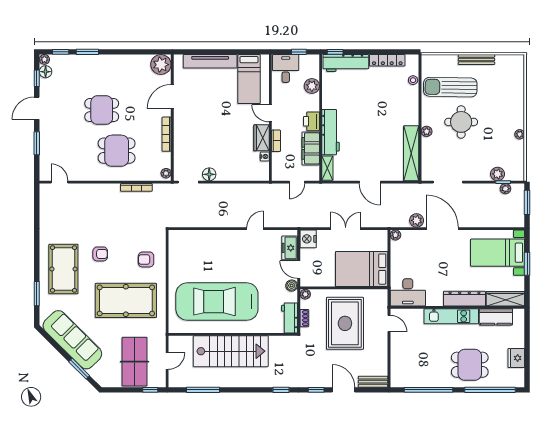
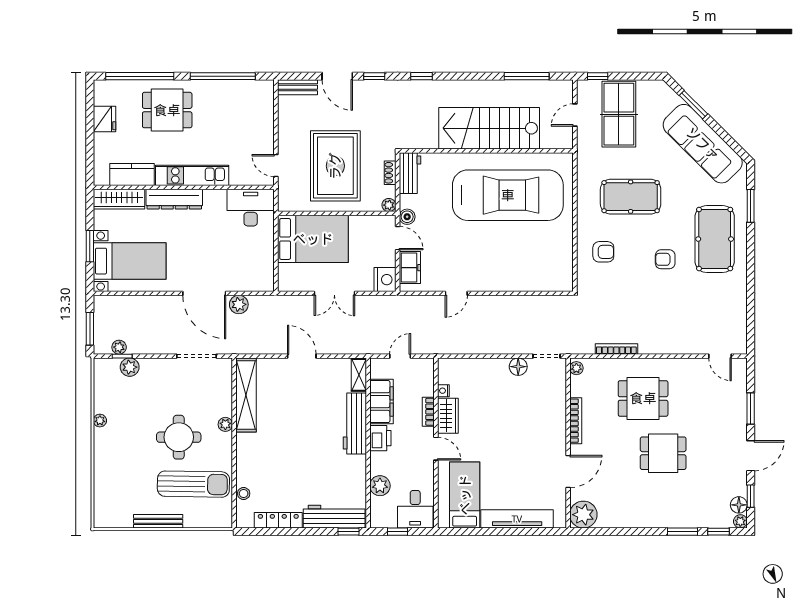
plant: (395, 235) -> (267, 285), removed
pool table: (126, 300) -> (631, 197), width x0.73, depth x0.76

